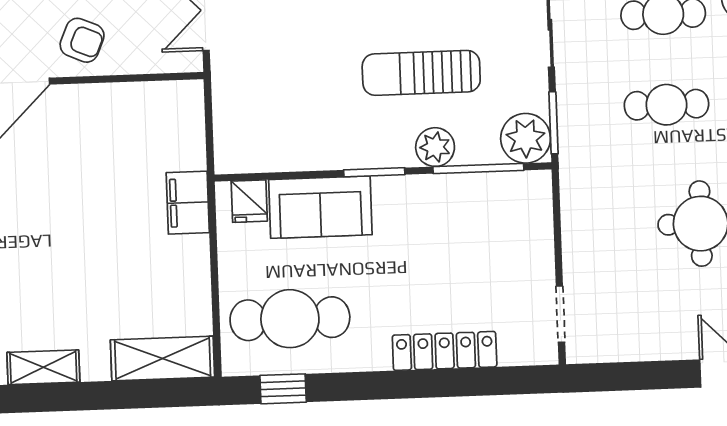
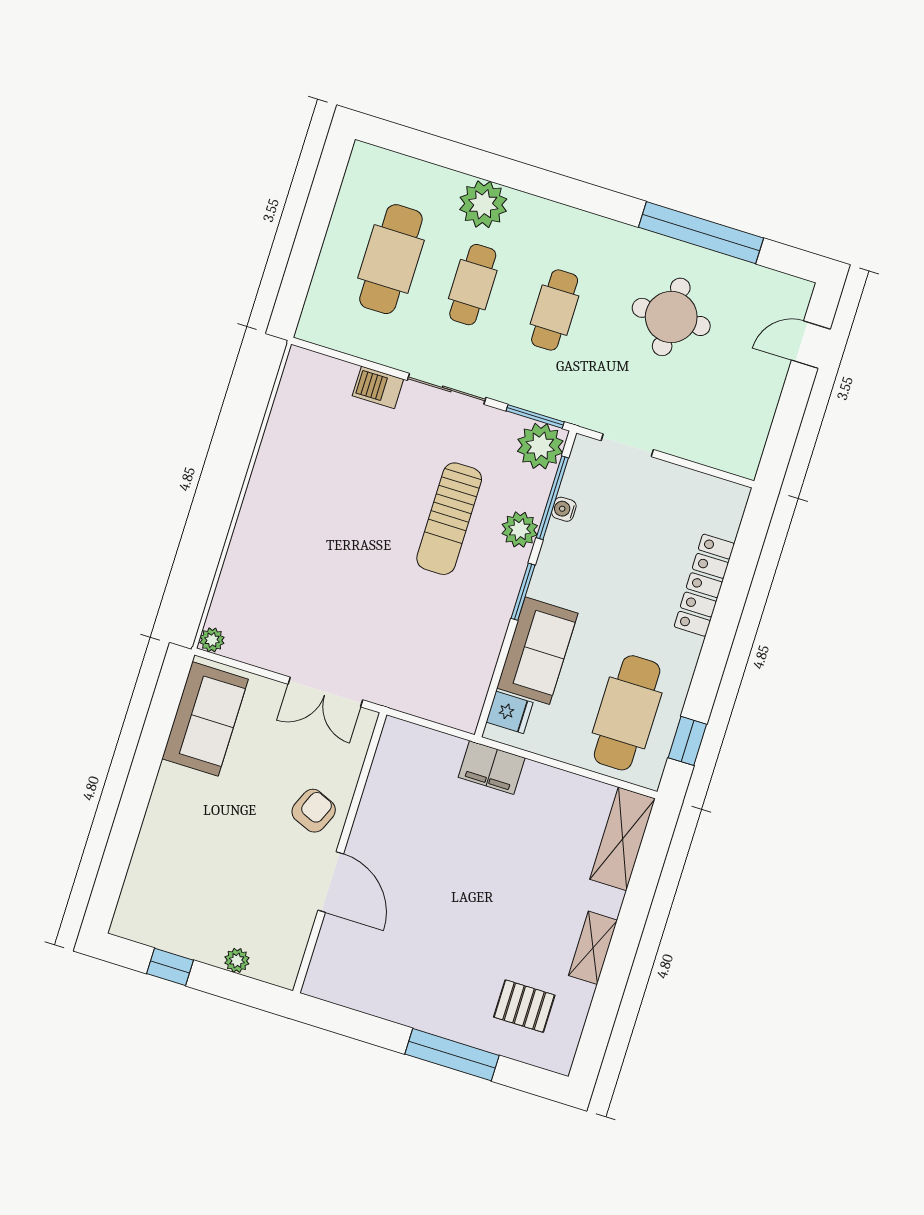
water cooler: (471, 184) -> (564, 509), added
doorway: (560, 314) -> (627, 445), moved

